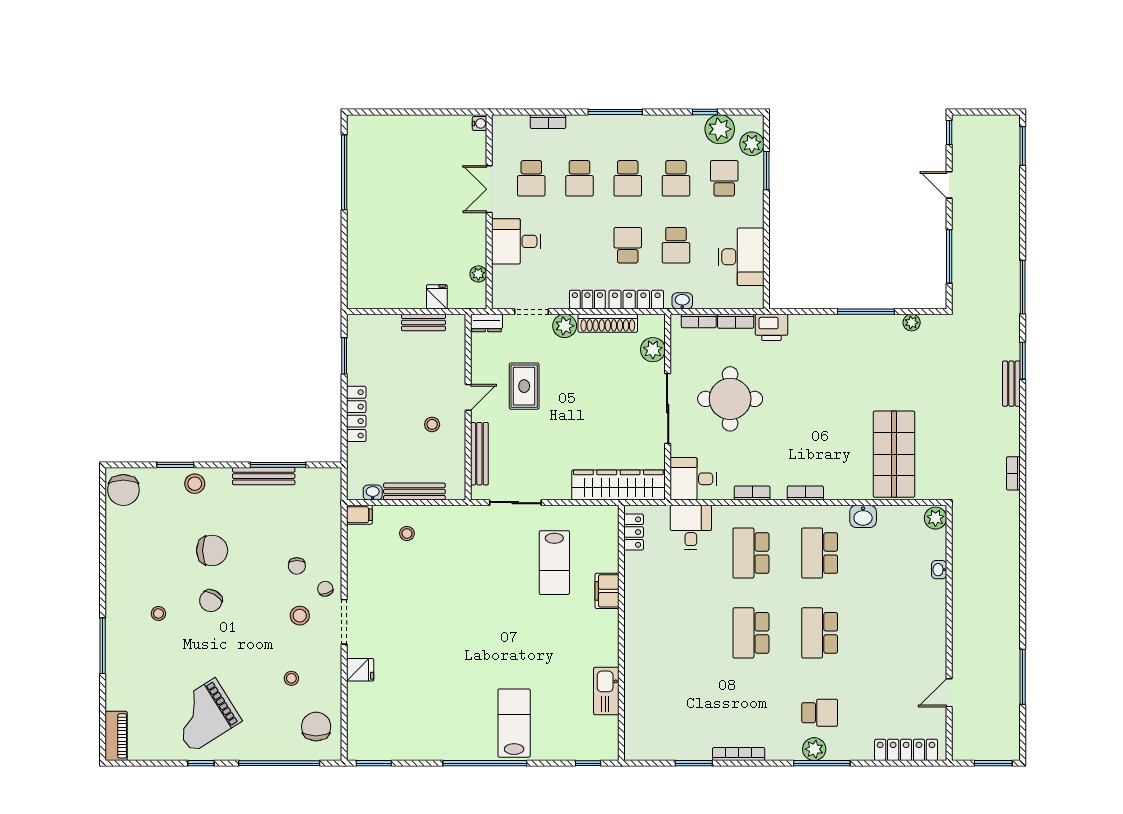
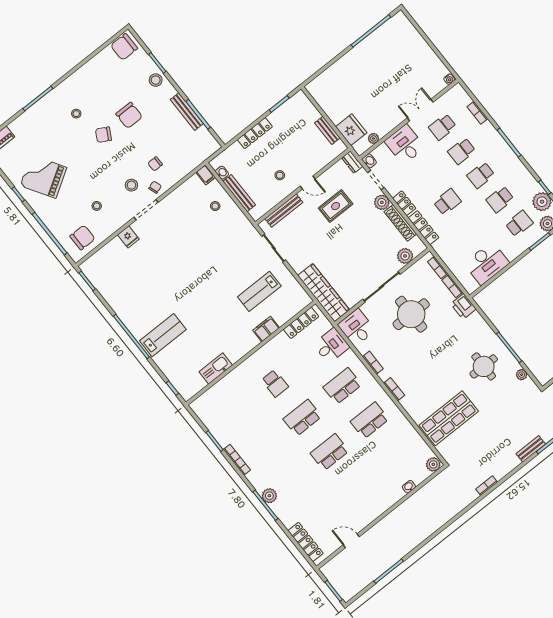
school desk: (676, 245) -> (467, 226), removed
fridge: (437, 297) -> (351, 130), width x1.88, depth x1.34
washbasin: (682, 301) -> (369, 161), moved
round table: (865, 361) -> (484, 366), added
washbasin: (863, 516) -> (405, 427), removed
locker: (634, 532) -> (301, 323), width x1.53
school desk: (820, 713) -> (275, 383), moved

